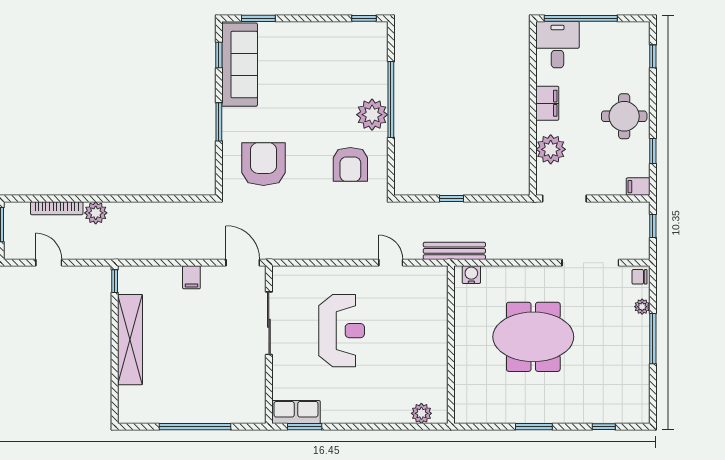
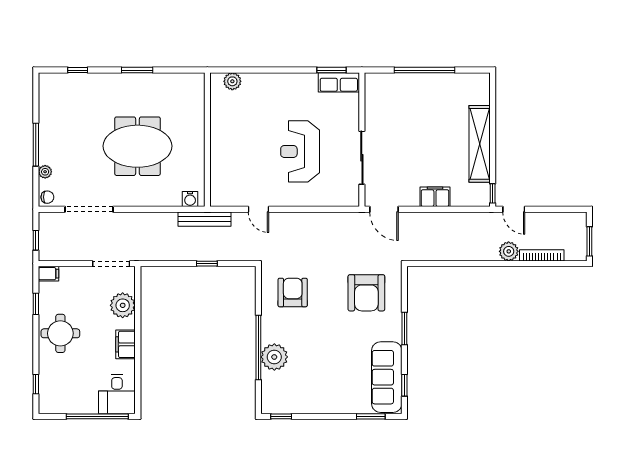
plant: (372, 115) -> (274, 357), moved
door: (49, 263) -> (514, 209), moved
filing cabinet: (191, 277) -> (435, 197), width x2.00

